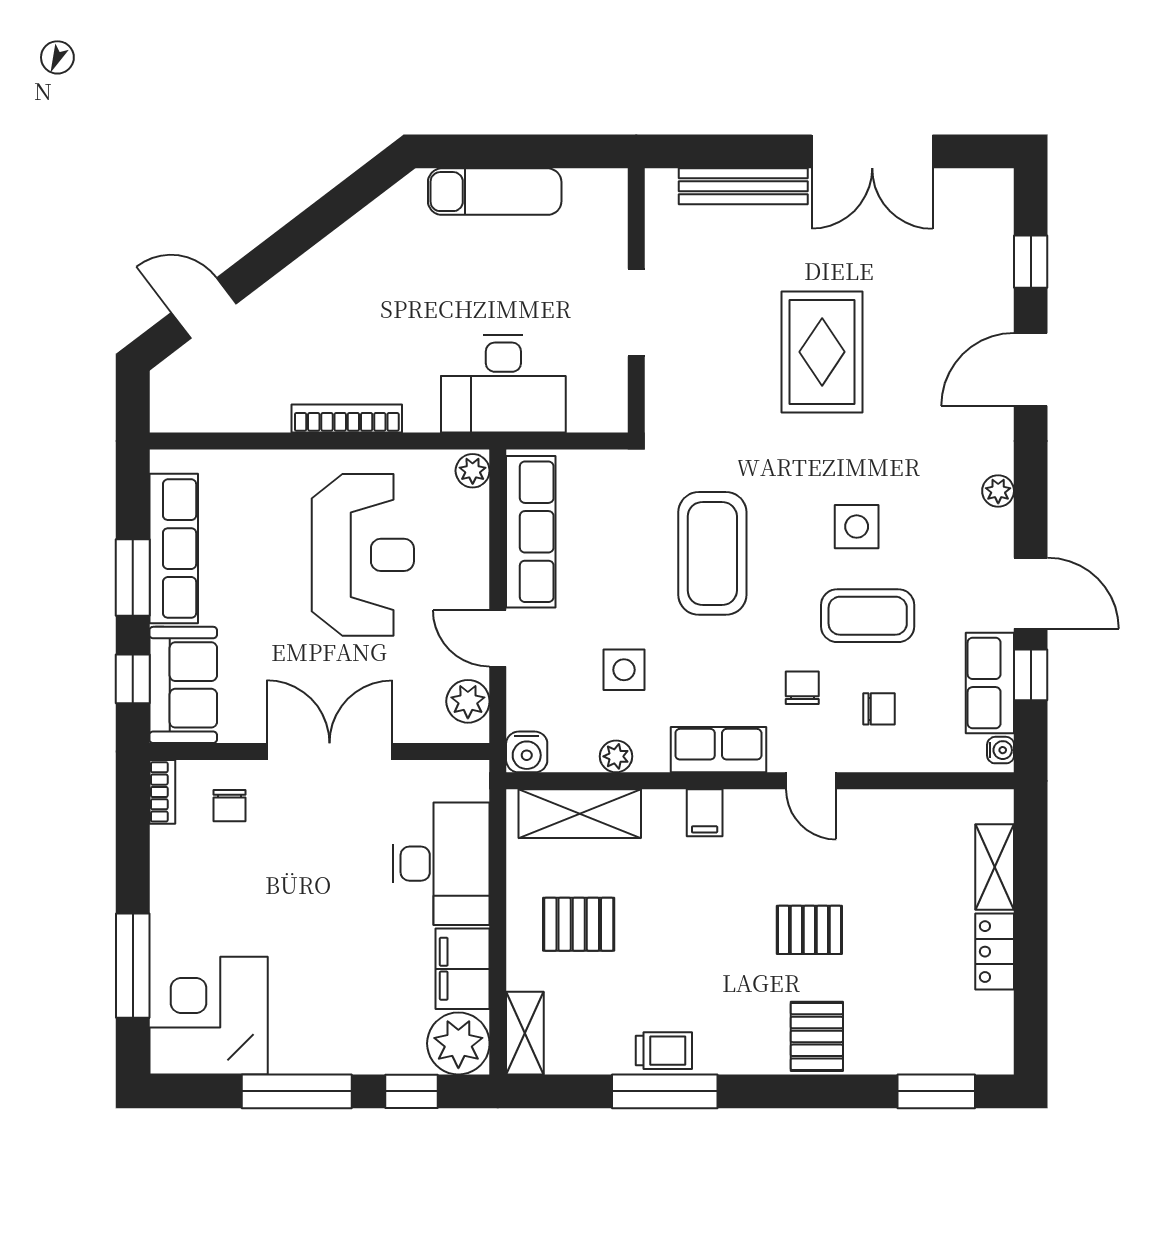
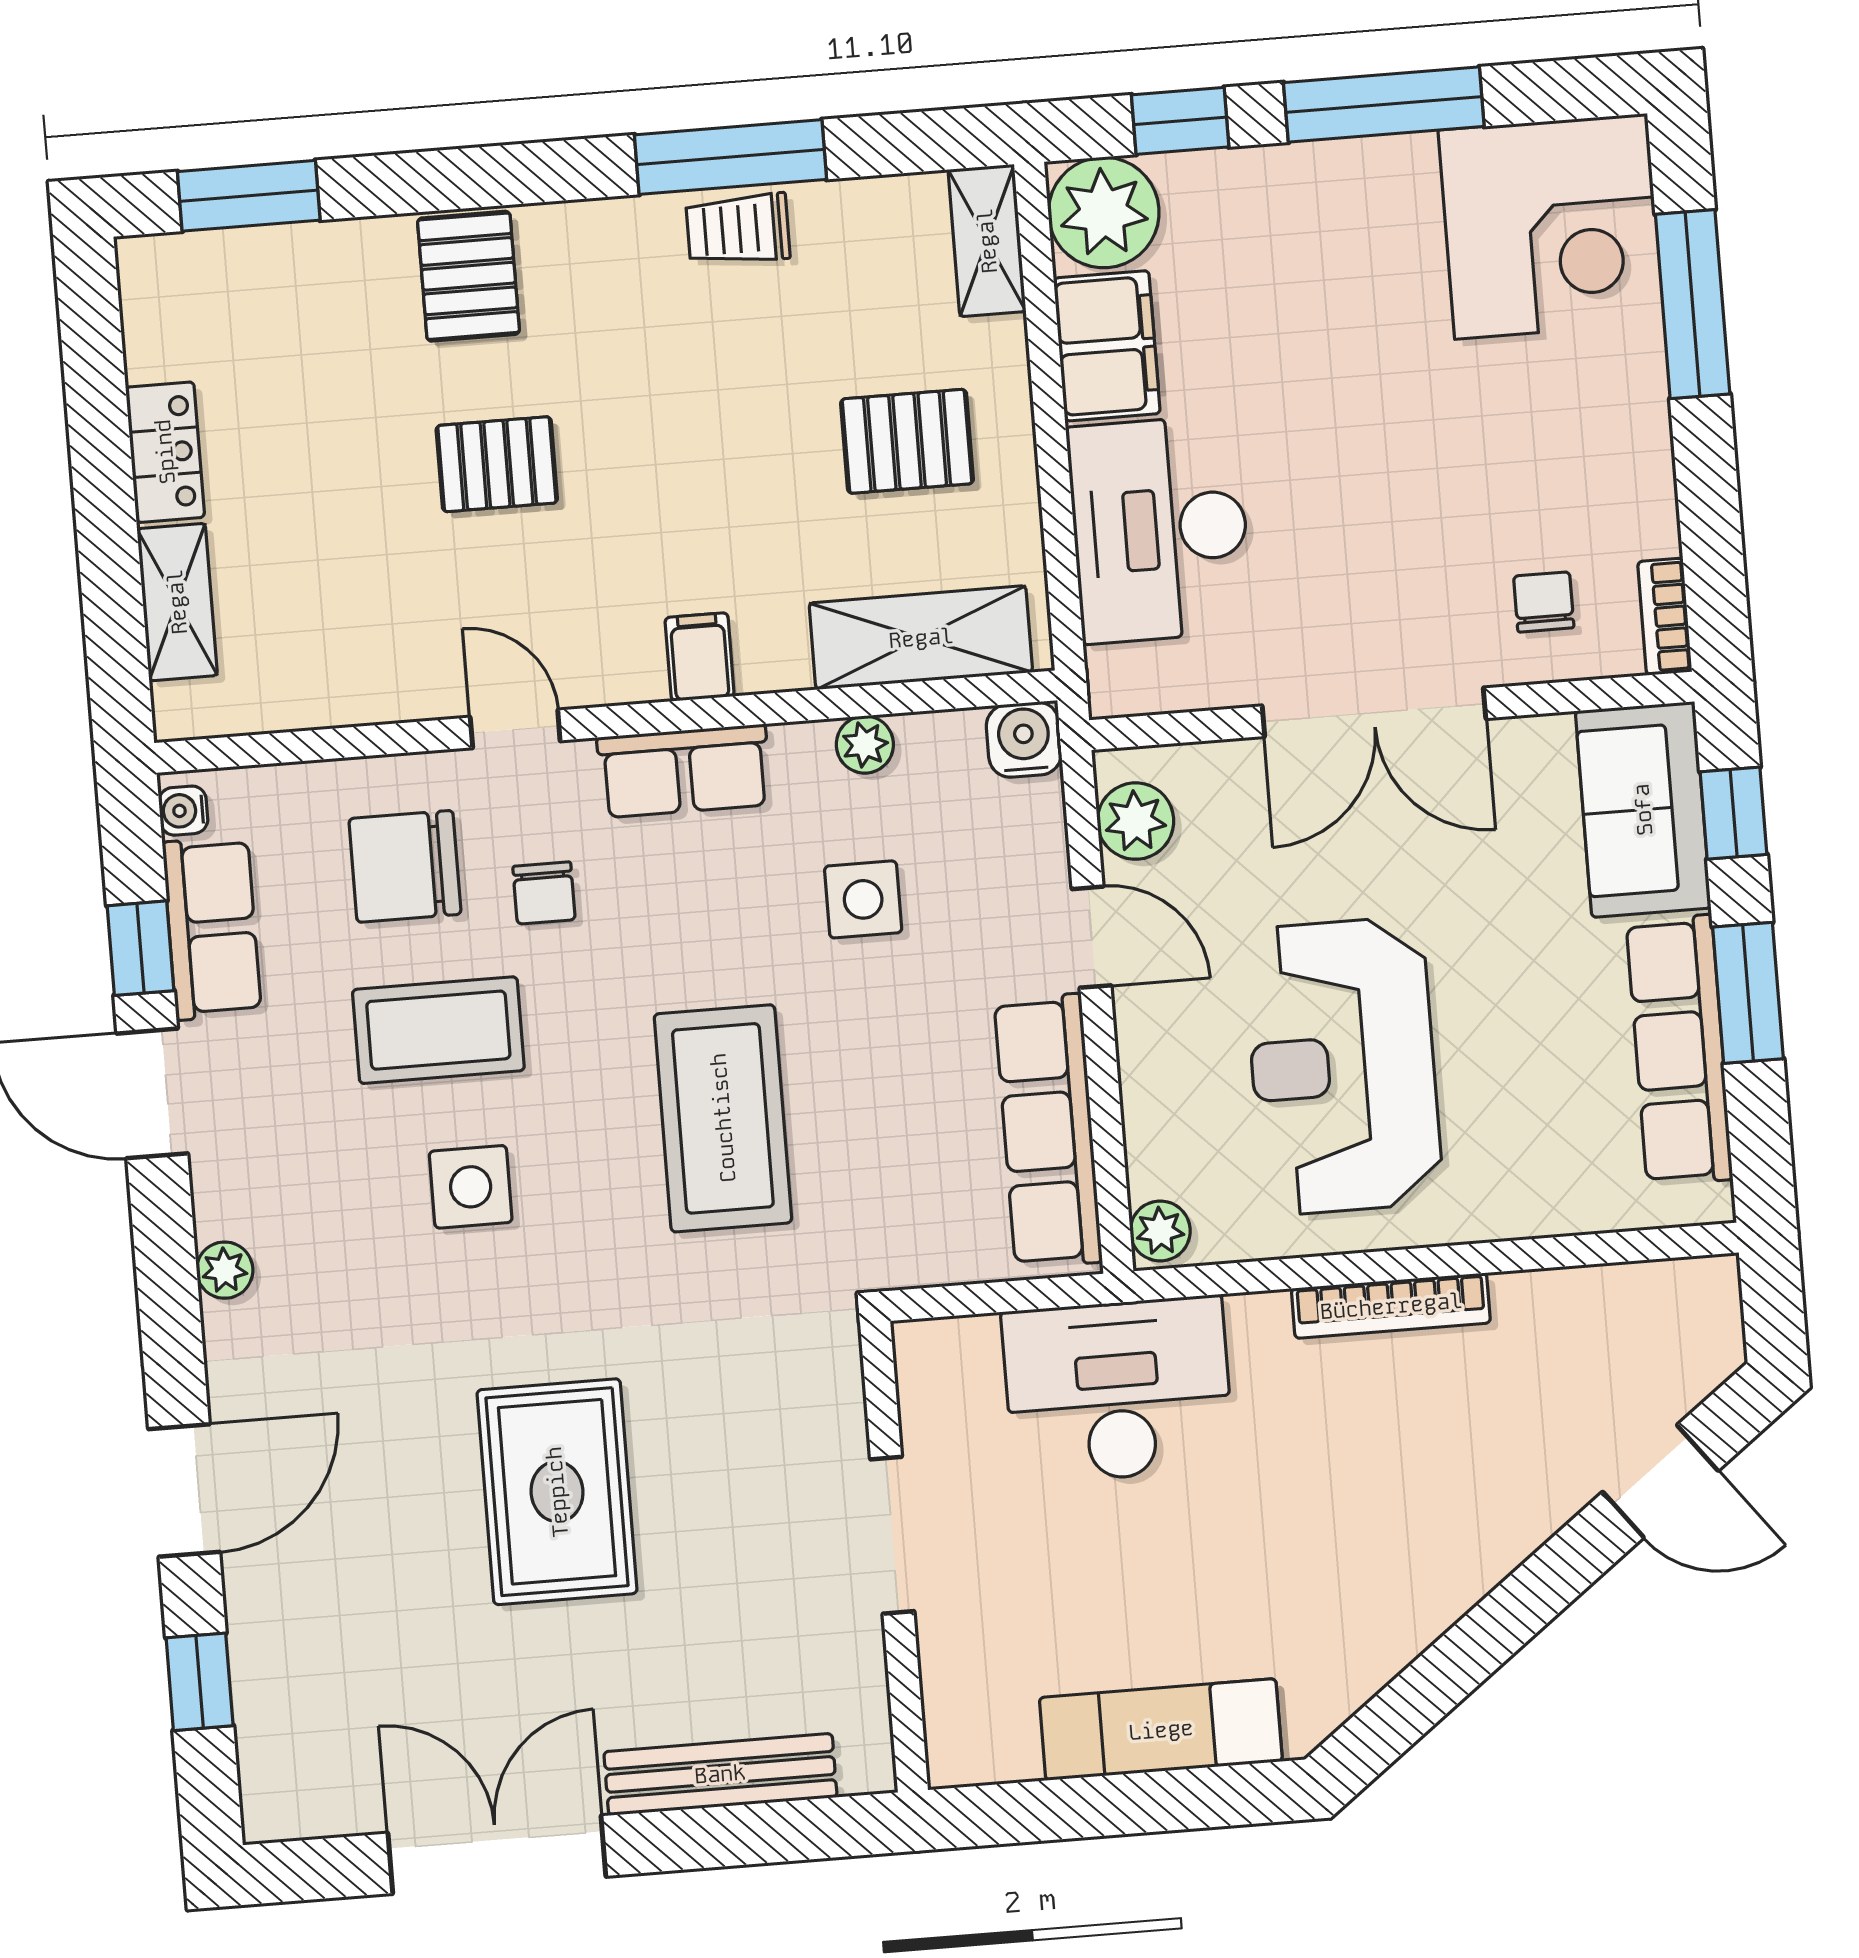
chair: (879, 709) -> (405, 866), width x1.87, depth x1.87

